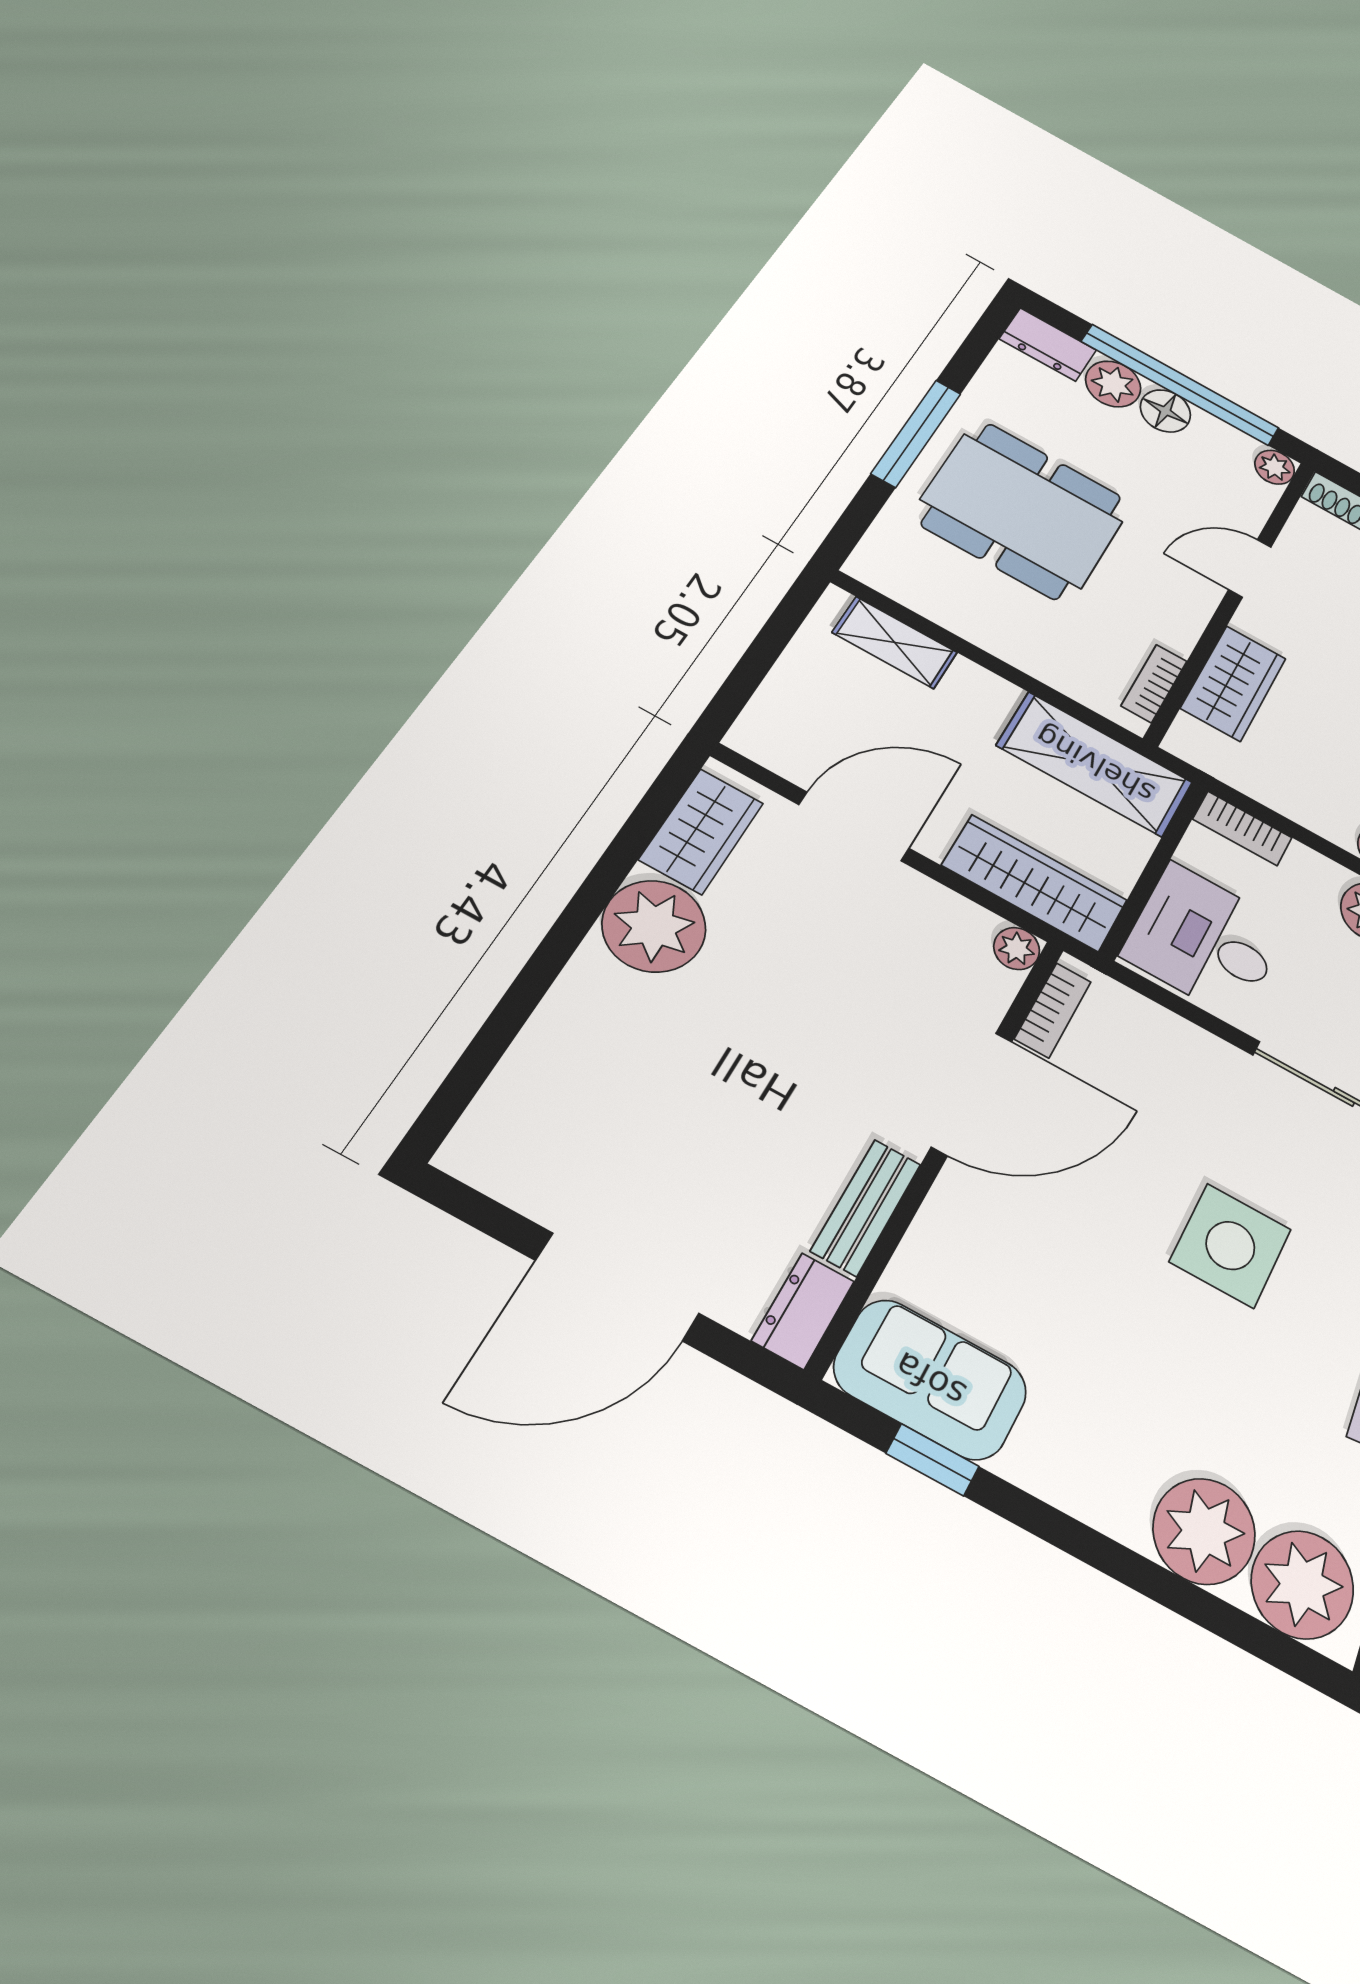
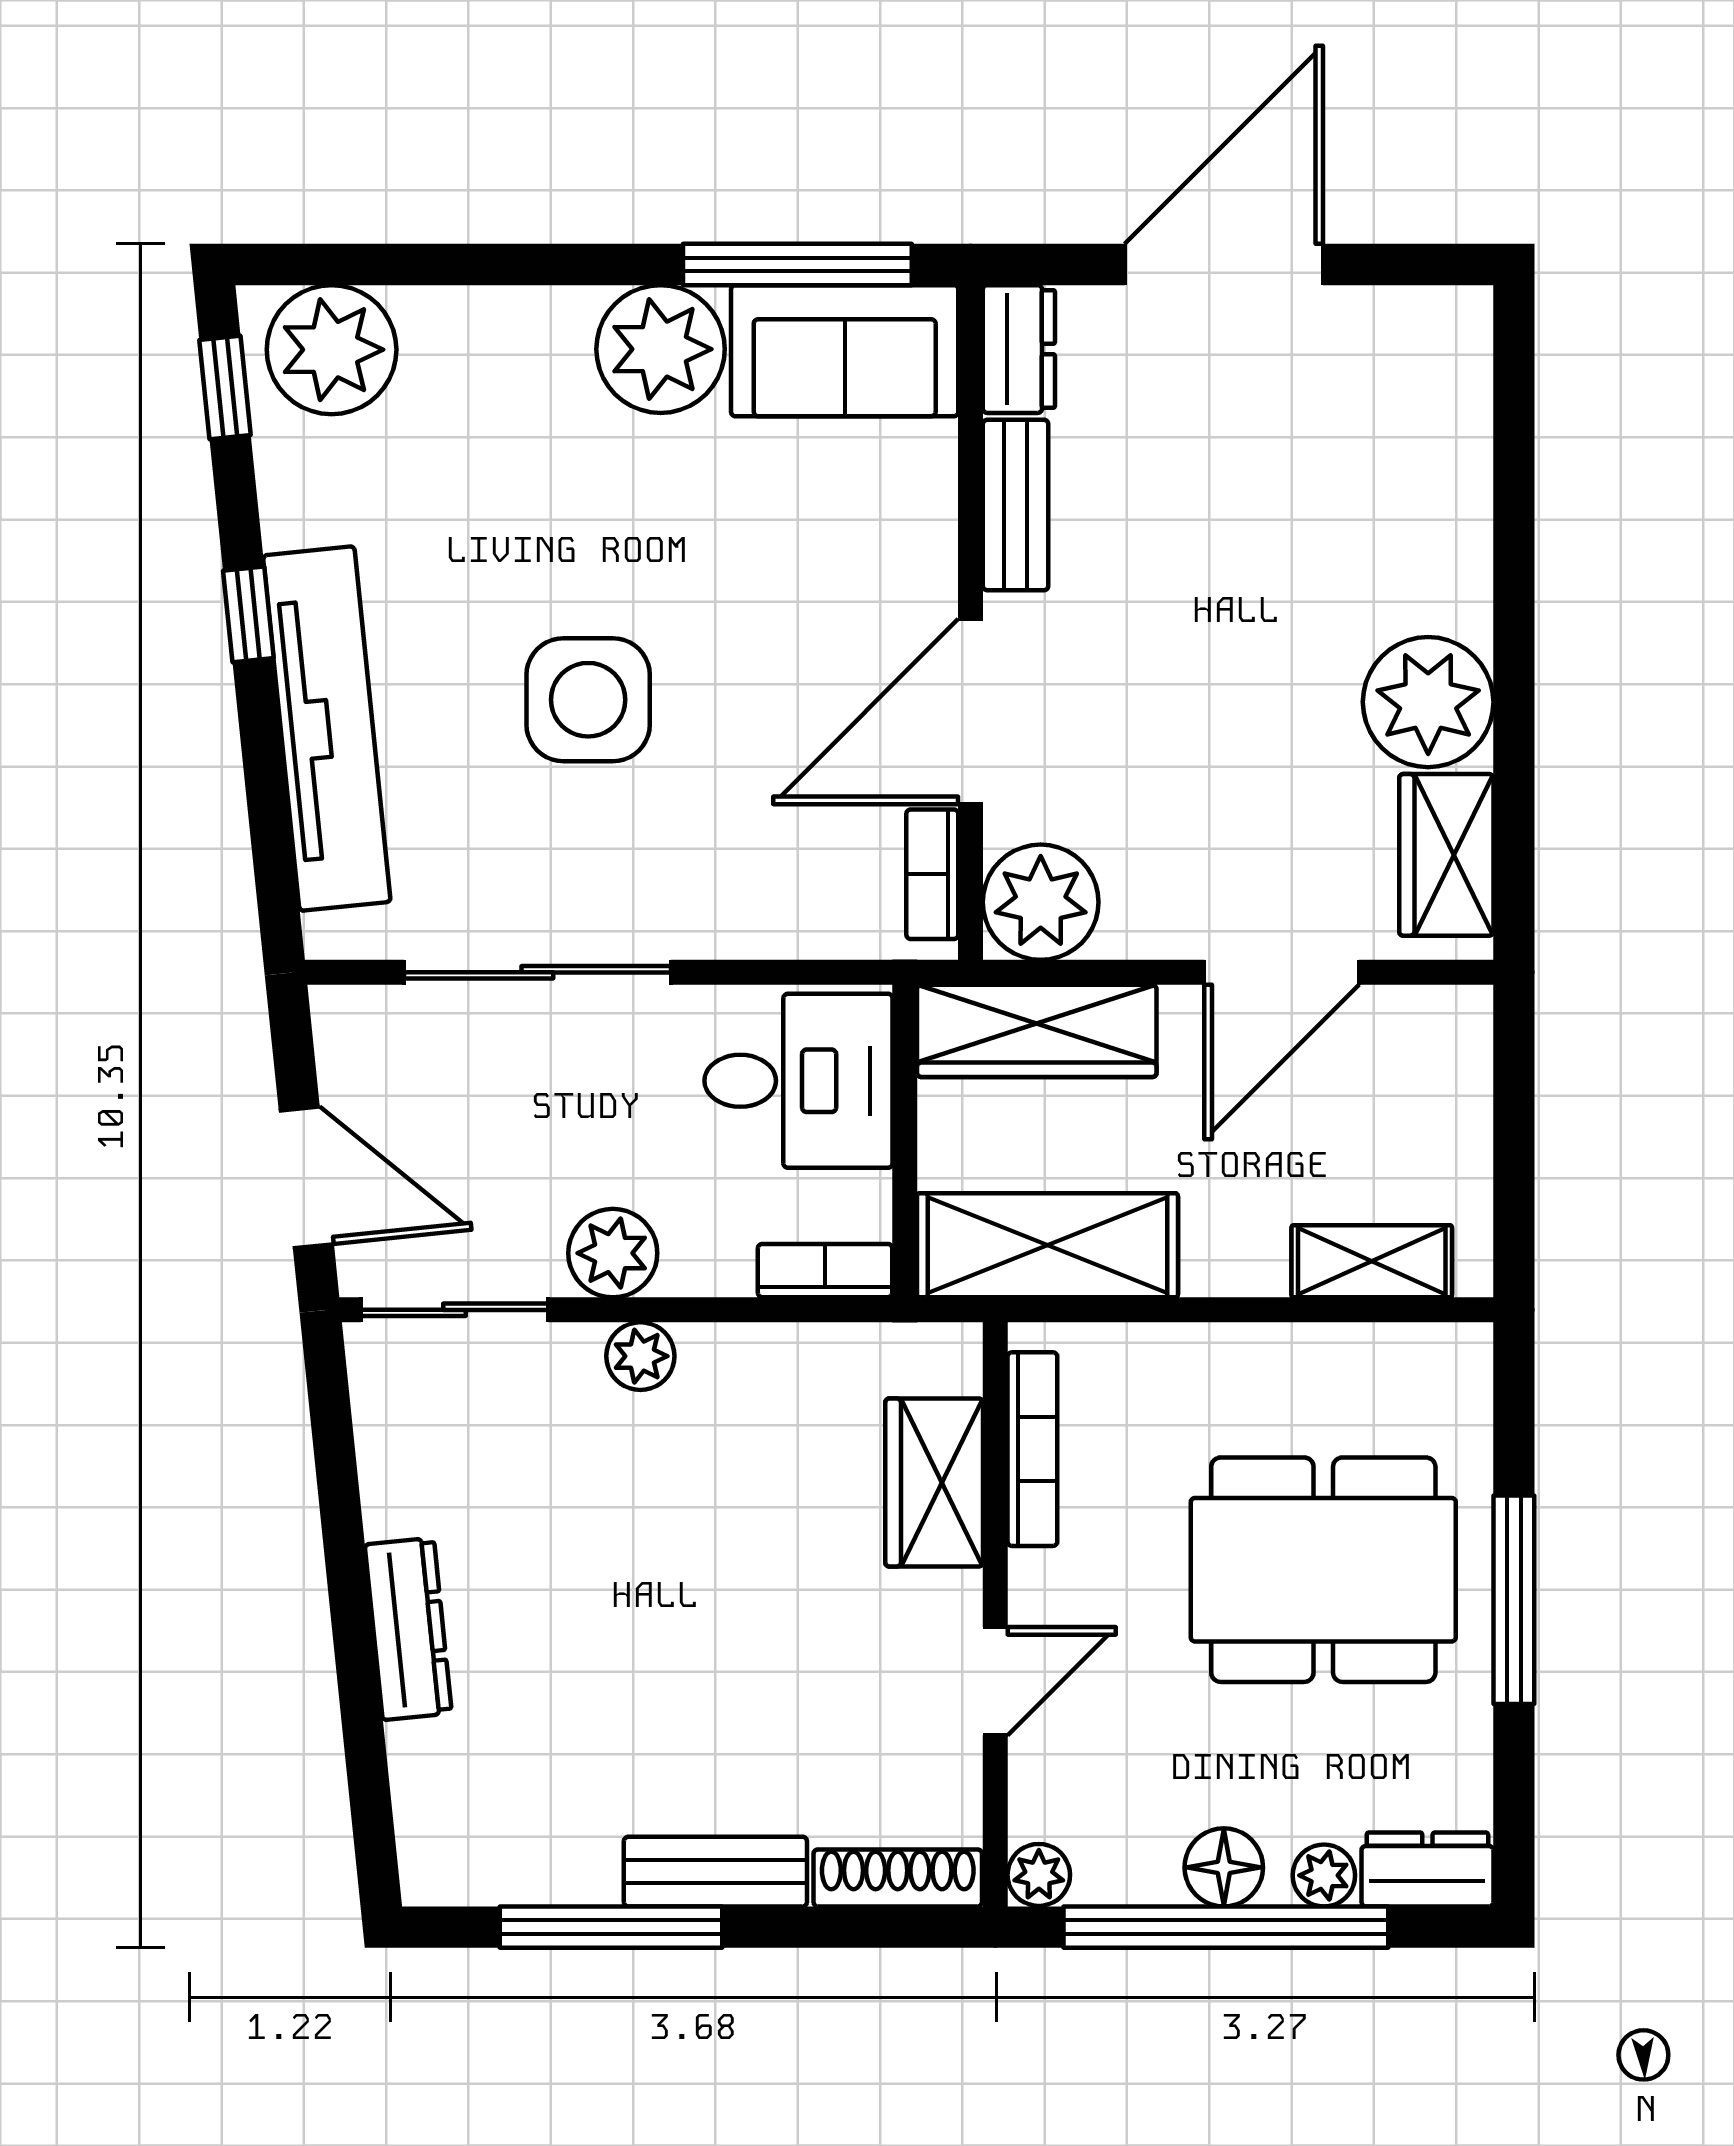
plant: (1113, 384) -> (1324, 1875), width x0.73, depth x0.73
bookcase: (1154, 683) -> (1032, 1449), width x1.56
plant: (1017, 949) -> (1041, 902), width x1.87, depth x1.87
window: (932, 1460) -> (797, 264), width x2.17
plant: (1204, 1531) -> (661, 349), moved

